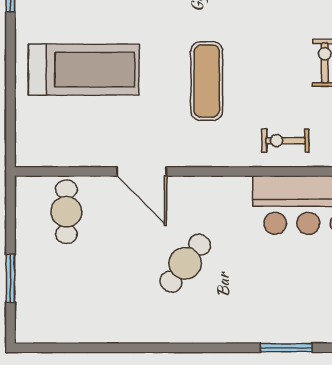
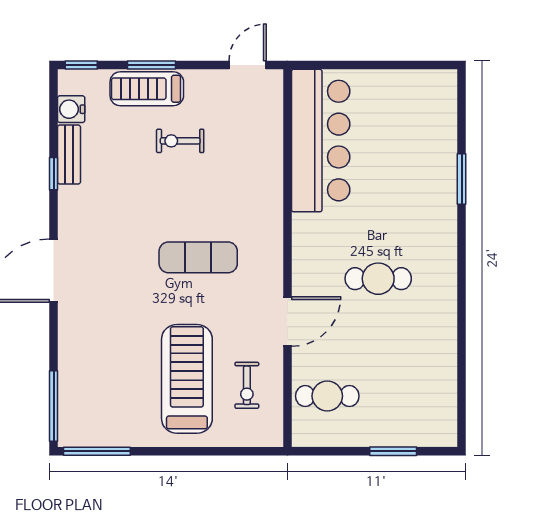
exercise bike: (285, 141) -> (247, 385), moved
cafe table: (185, 263) -> (378, 279), turned -38

